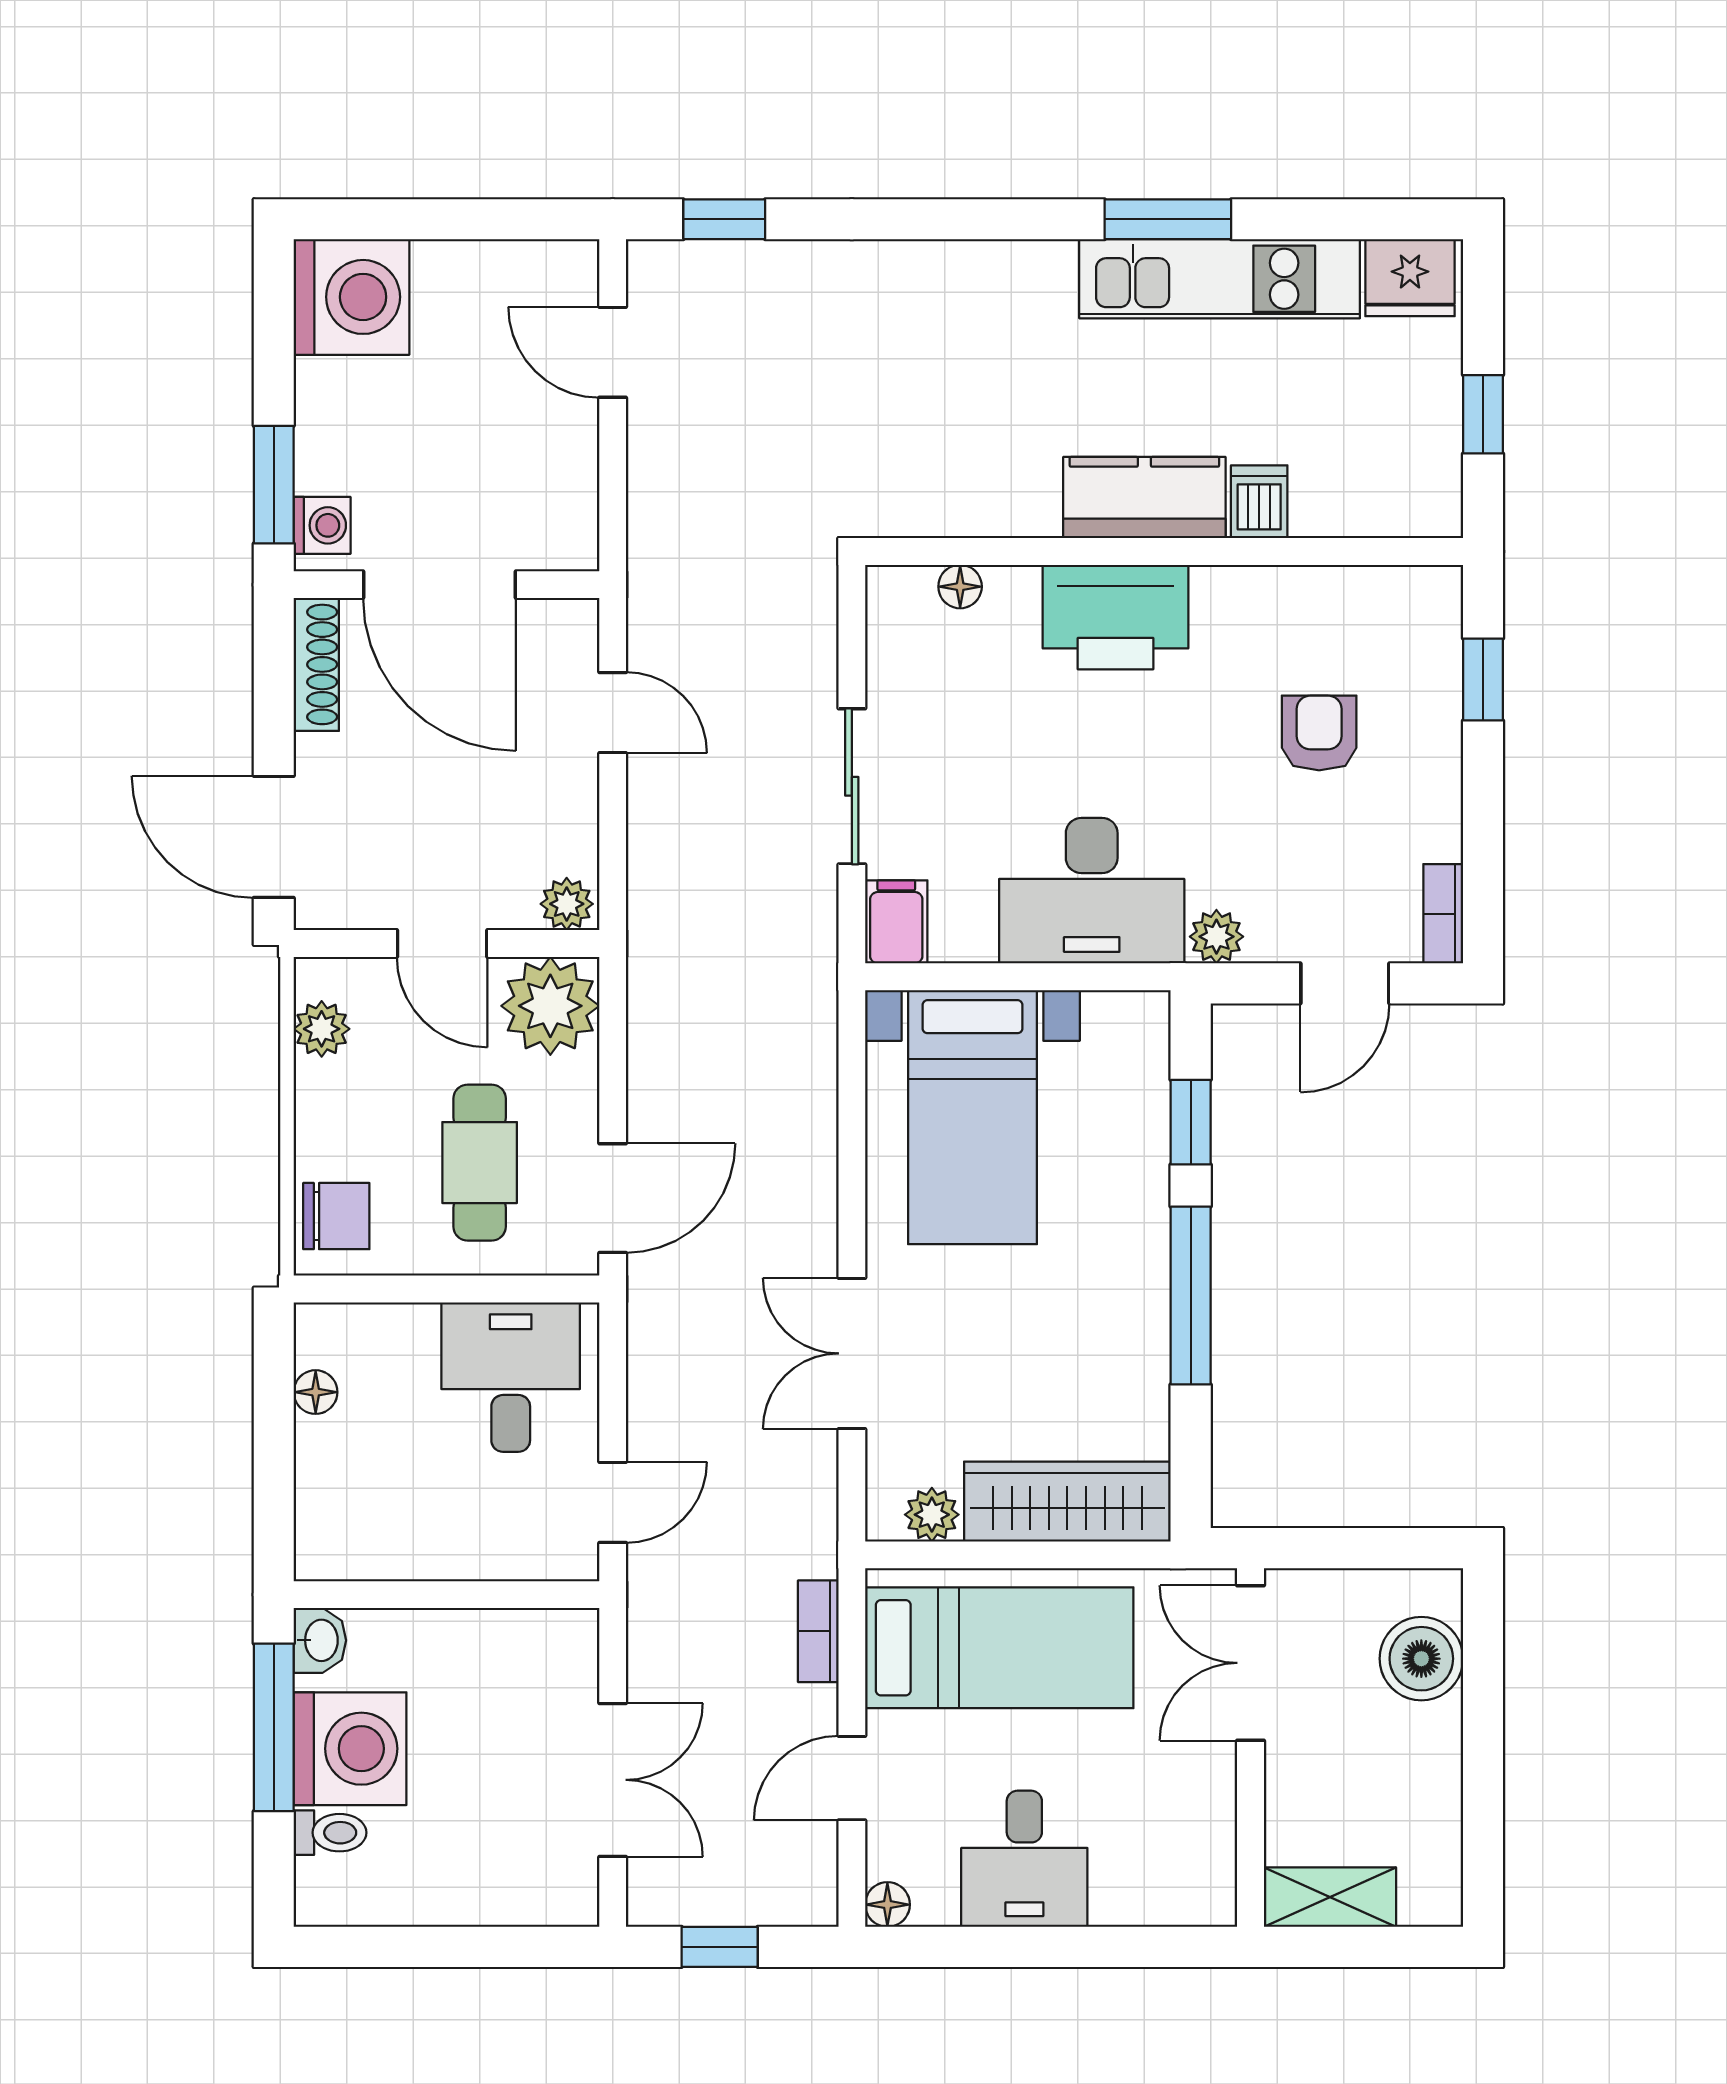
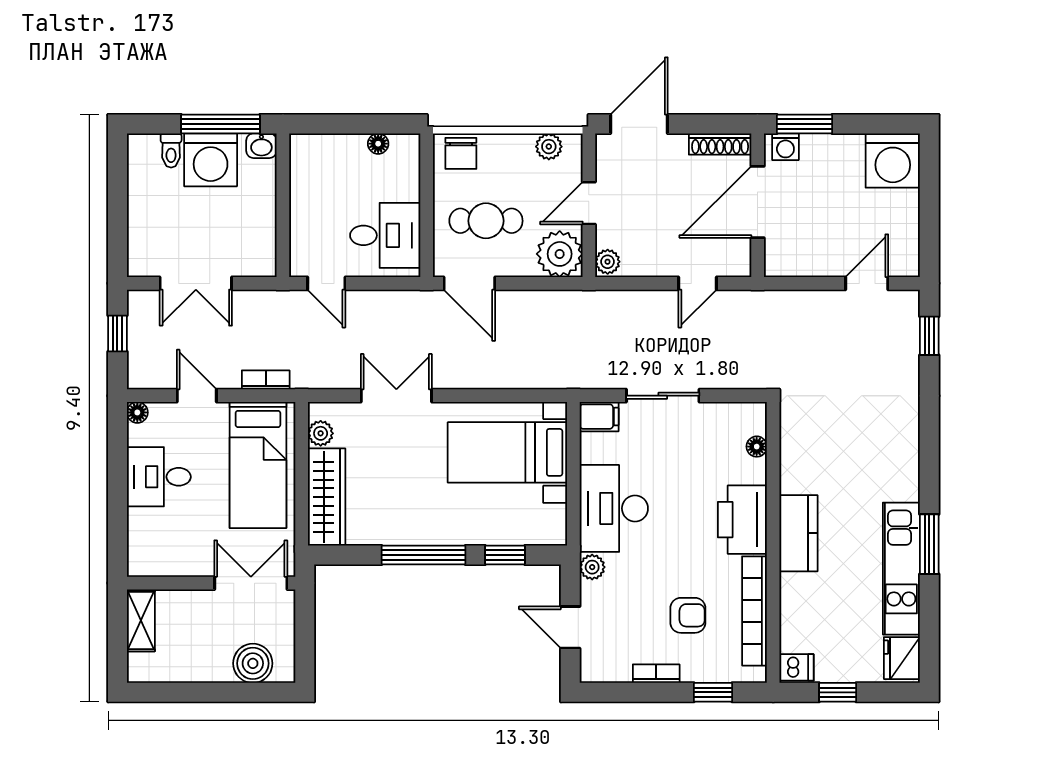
dishwasher: (1259, 502) -> (797, 667), moved
bookcase: (1310, 591) -> (755, 611), added
bookcase: (1443, 914) -> (656, 674), moved

